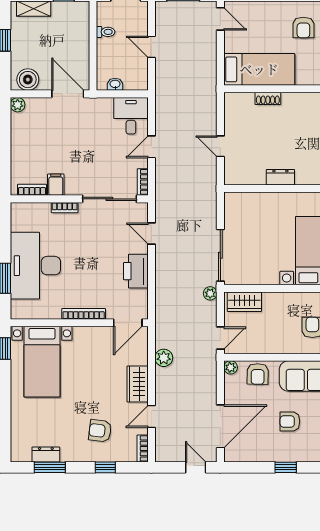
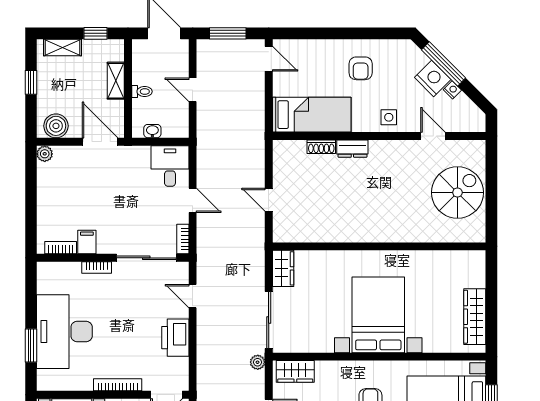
toilet: (106, 32) -> (142, 92), moved
shelving: (82, 39) -> (116, 81), added
door: (151, 147) -> (193, 200), swing flipped
dresser: (280, 177) -> (352, 149), moved, turned 180
wardrobe: (233, 208) -> (283, 268), added

